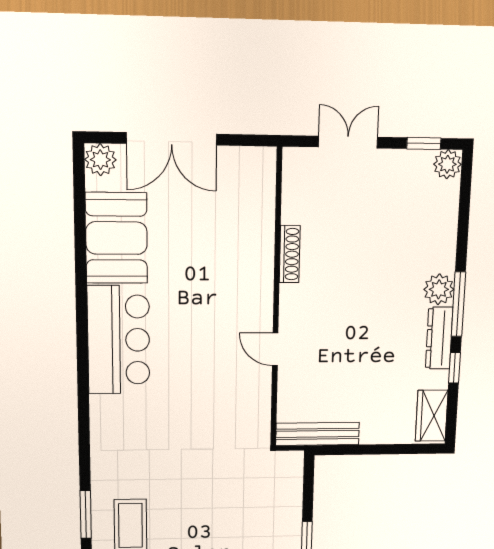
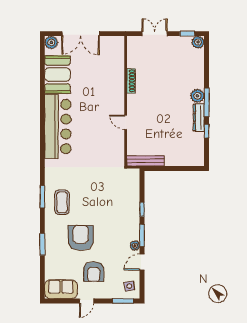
bar counter: (119, 340) -> (58, 127), width x1.36
wardrobe: (432, 416) -> (197, 153), removed

